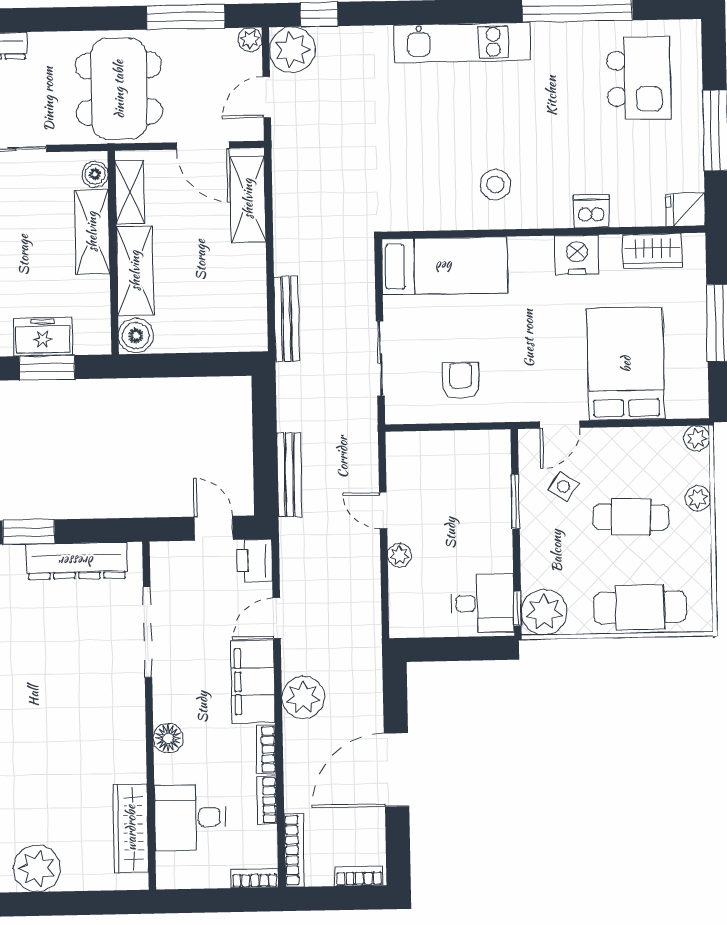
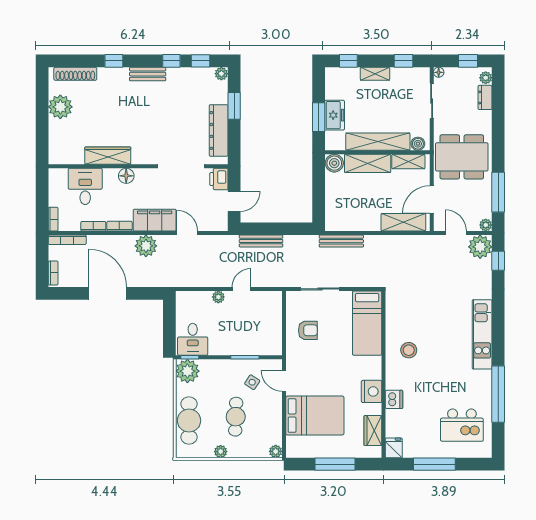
shelving: (92, 232) -> (378, 142), width x1.47
plant: (698, 498) -> (221, 452), moved
printer: (255, 561) -> (219, 179), moved, turned -90
wardrobe: (131, 828) -> (108, 156), moved

